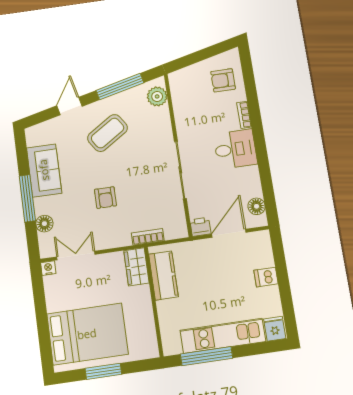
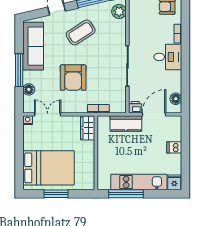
sofa: (44, 170) -> (33, 46), width x1.36
armchair: (105, 198) -> (73, 78), width x1.88, depth x1.88
kitchen counter: (163, 275) -> (126, 124), moved, turned 90

